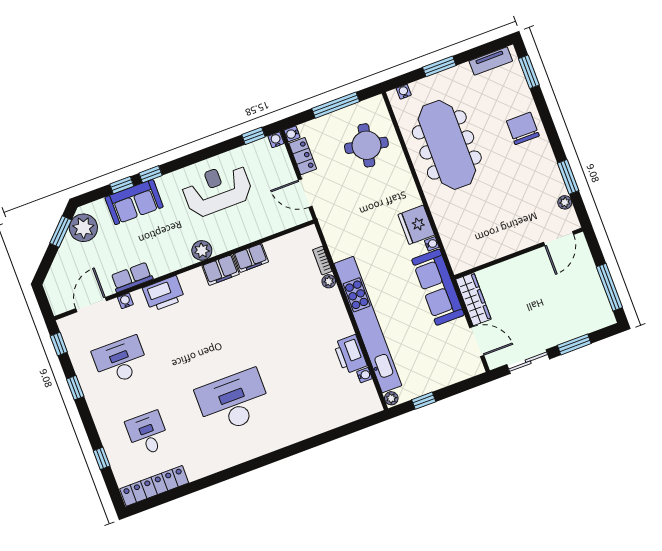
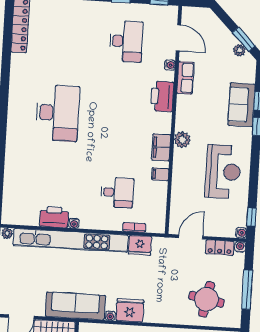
plant: (83, 228) -> (239, 50), width x0.53, depth x0.53
fridge: (339, 245) -> (140, 245), added
filing cabinet: (251, 258) -> (160, 174), width x0.50
plant: (329, 281) -> (116, 225), removed
water cooler: (364, 375) -> (74, 223), moved
desk: (148, 434) -> (117, 192), moved

